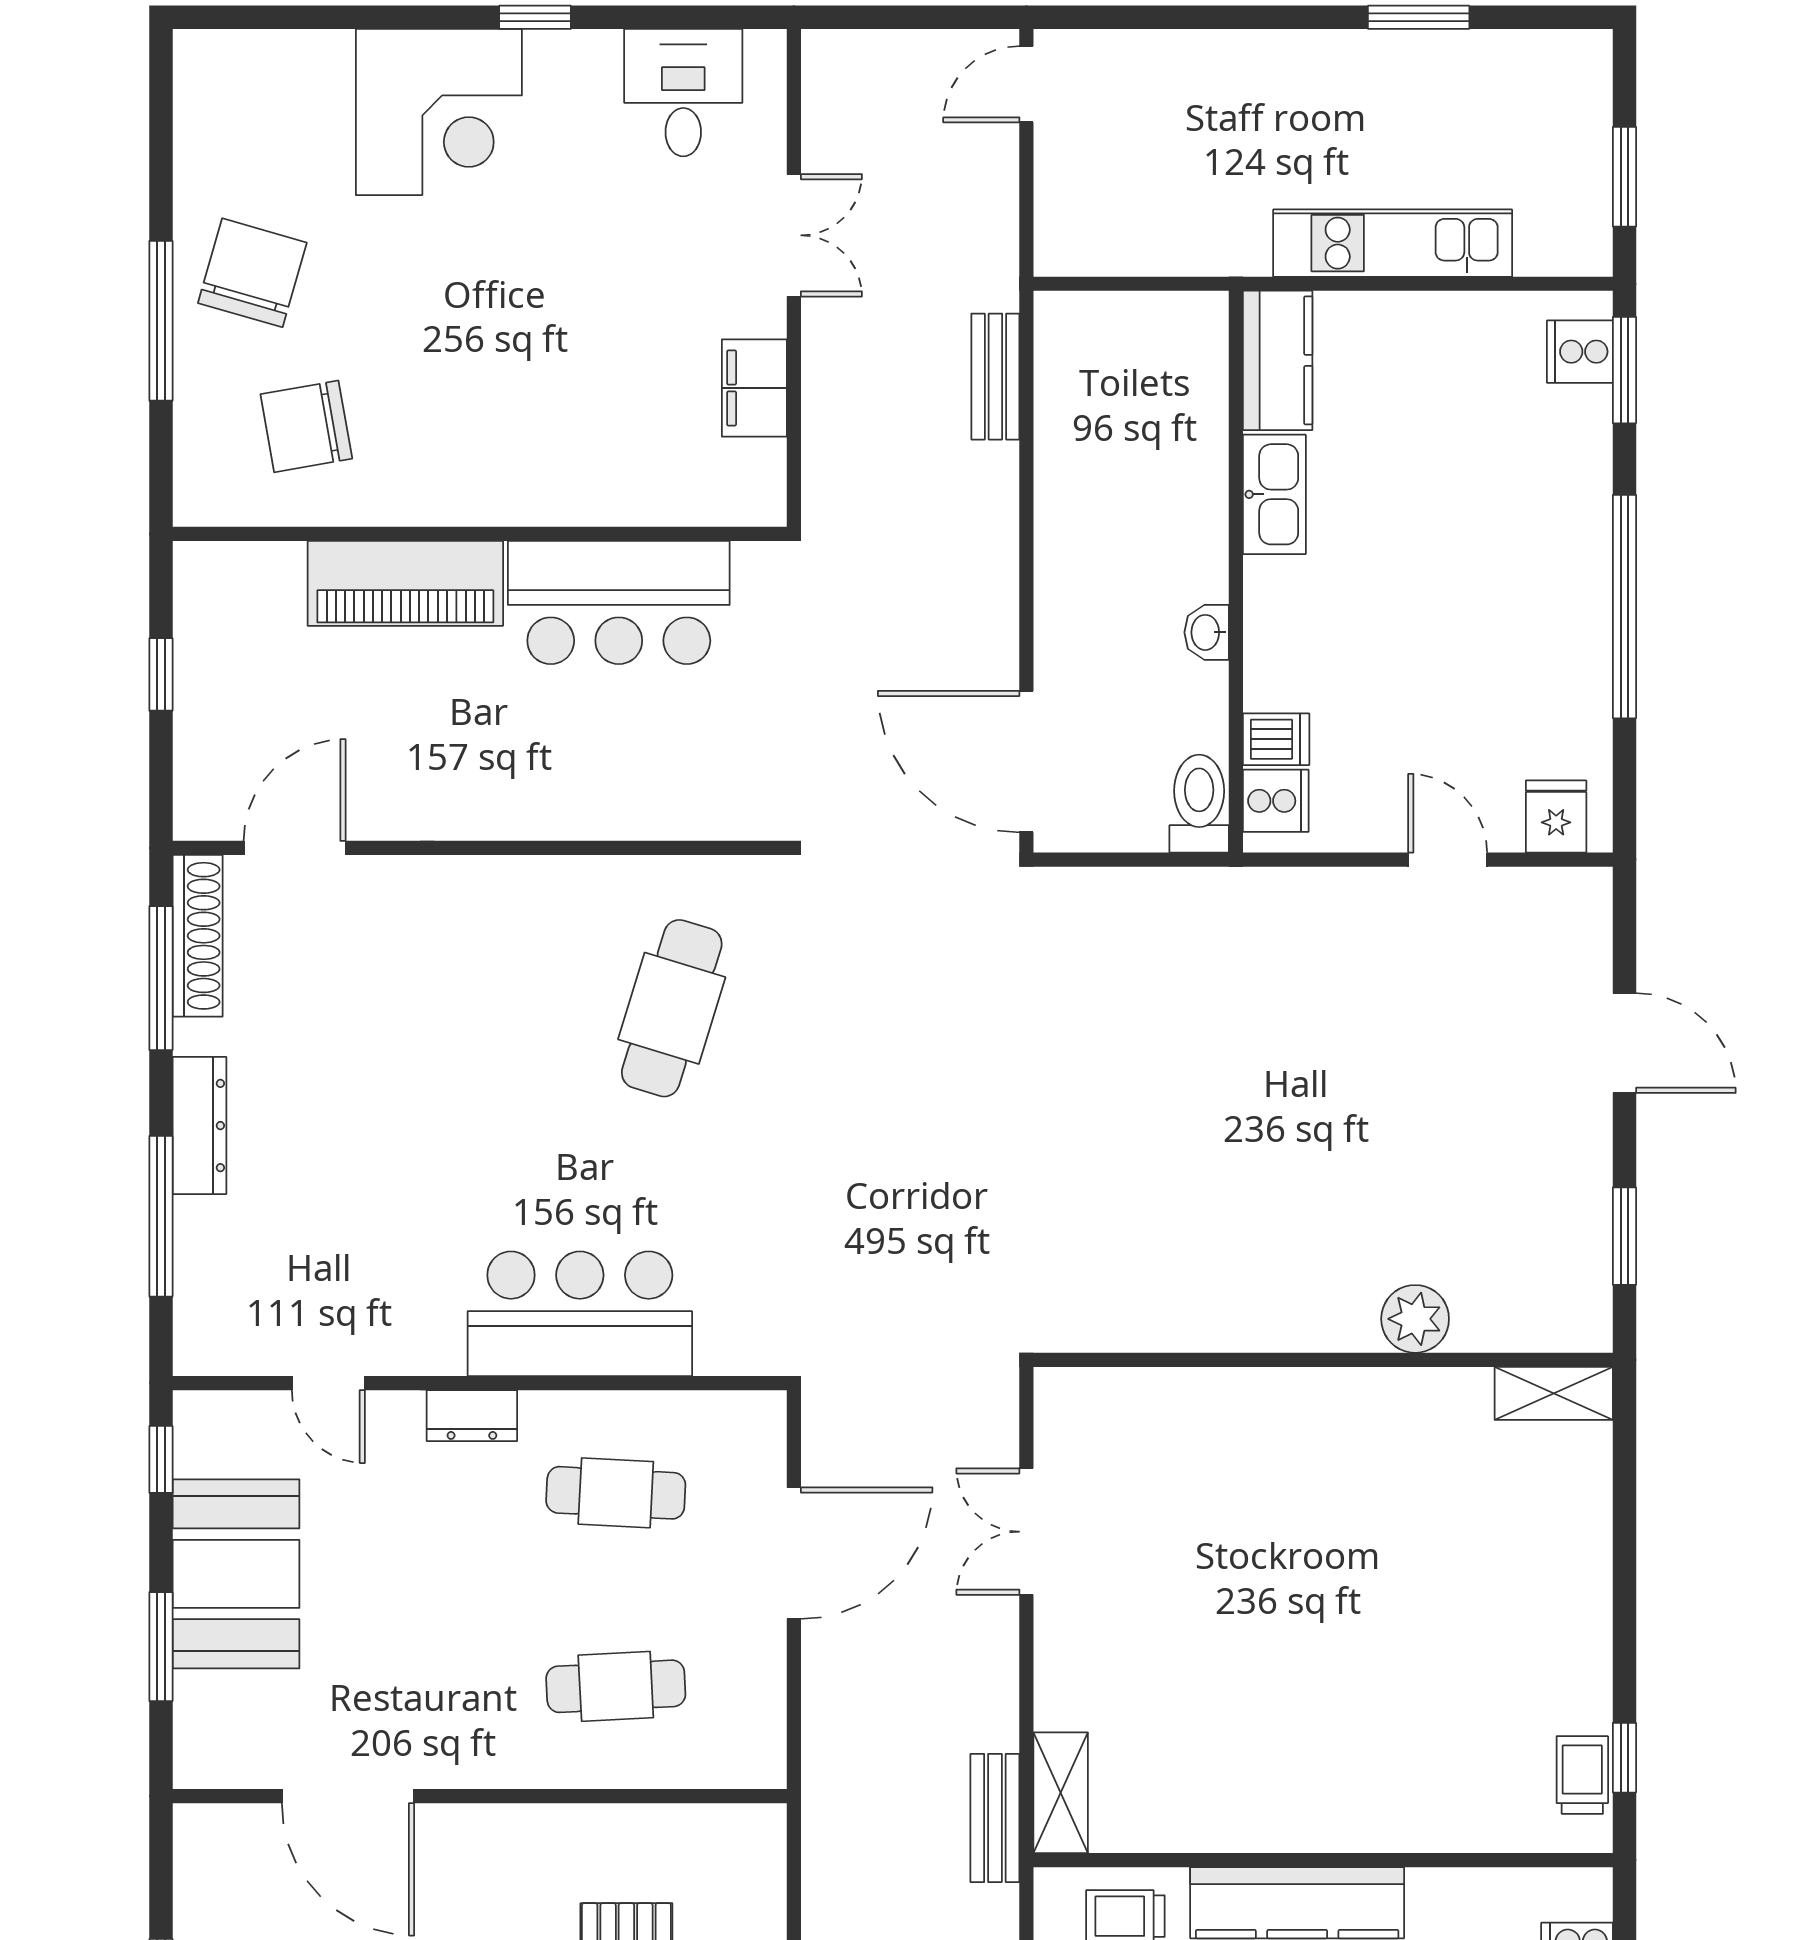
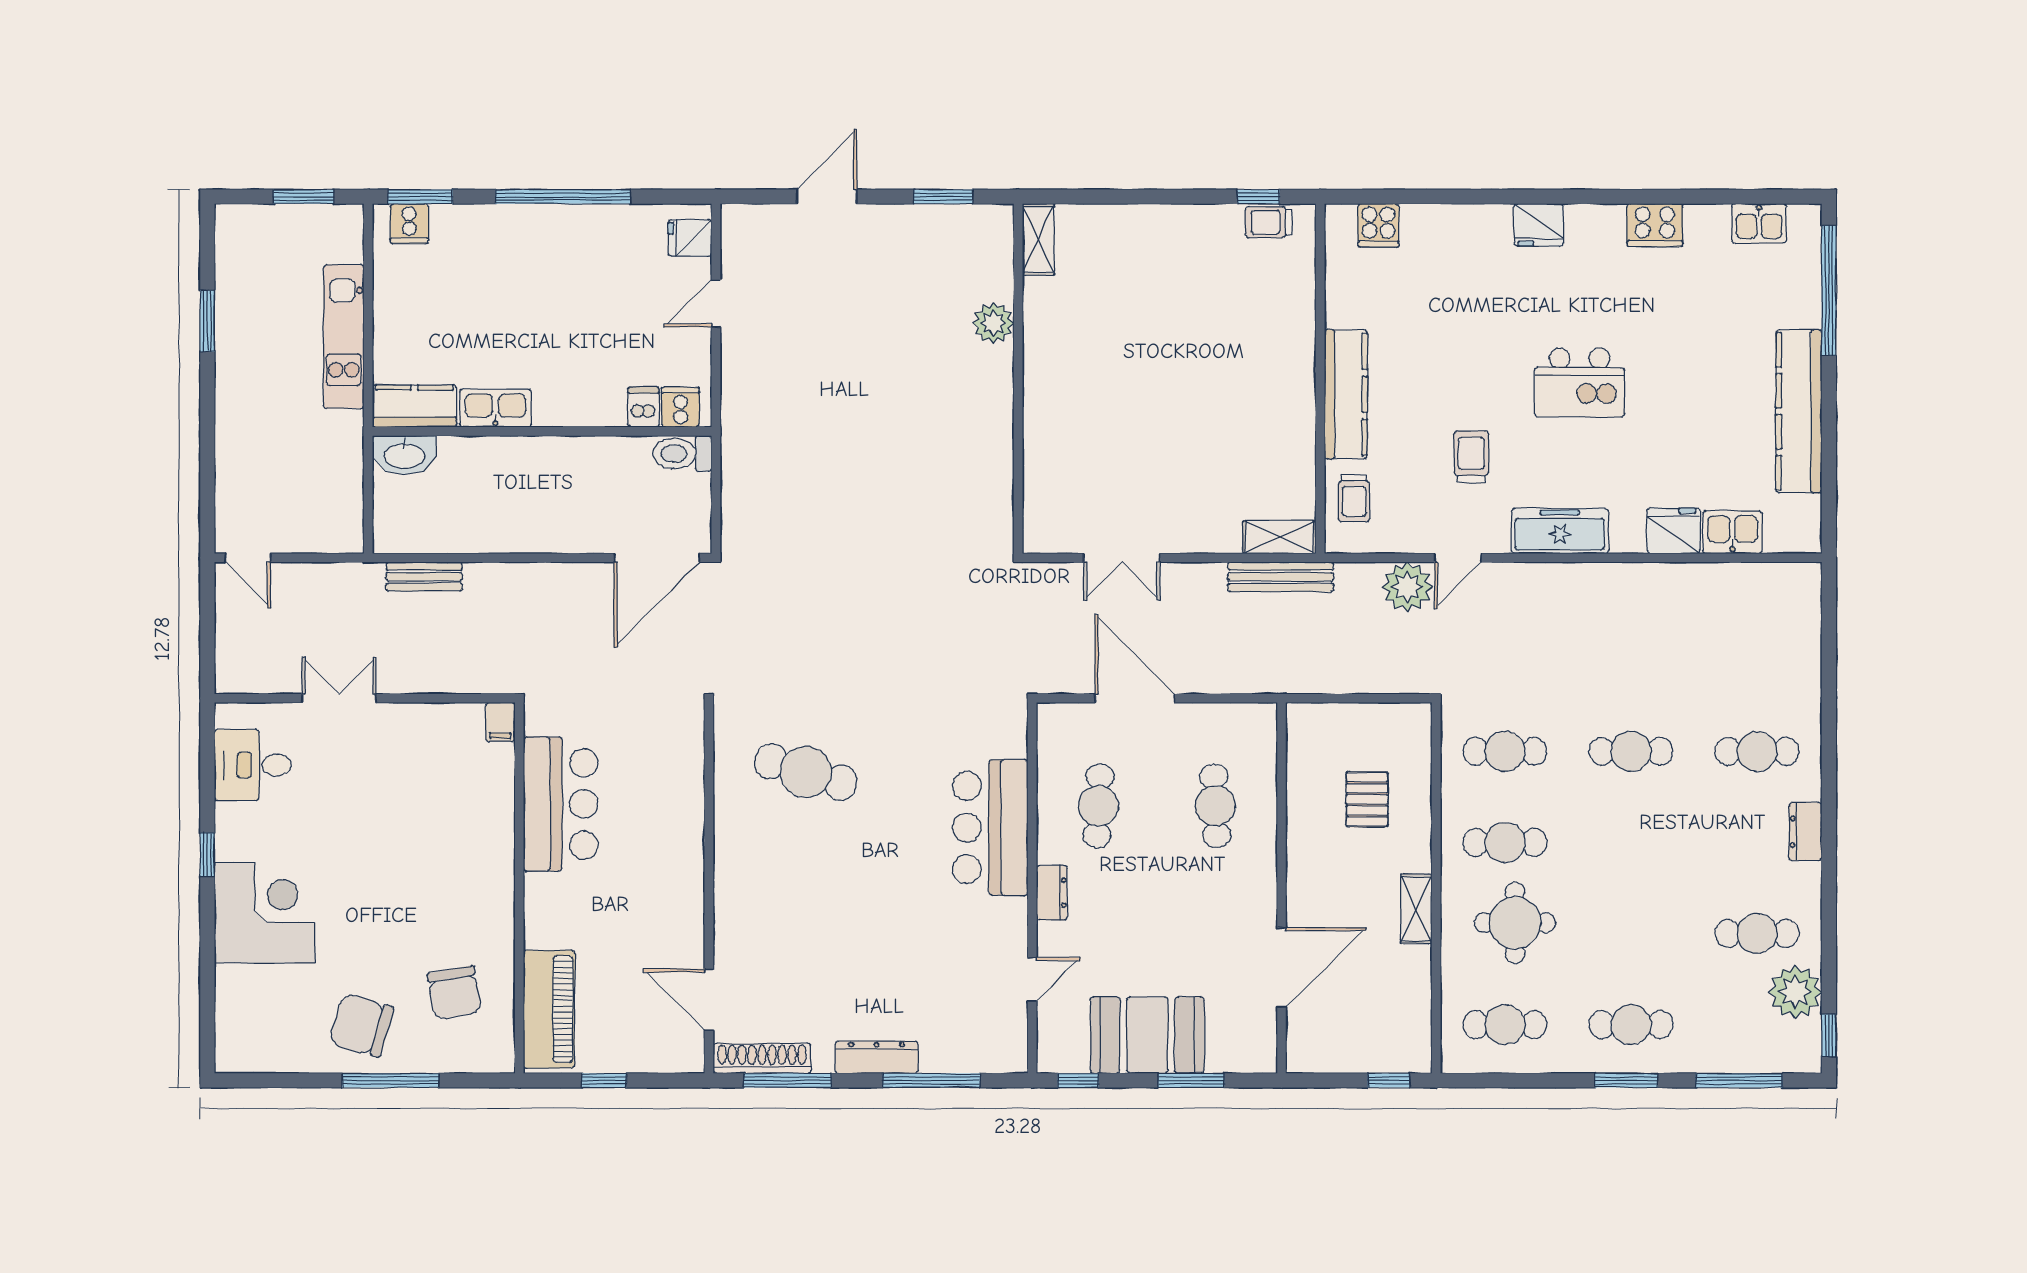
filing cabinet: (754, 388) -> (500, 722), moved, width x0.50
piano: (405, 583) -> (549, 1009), moved
washbasin: (1207, 632) -> (404, 455), moved, width x1.91, depth x1.45
bench: (995, 1818) -> (1281, 577), width x1.36

